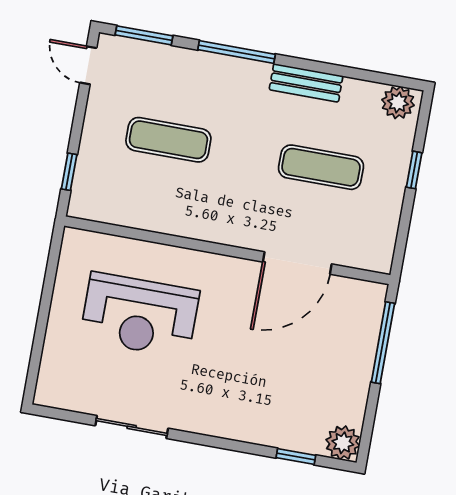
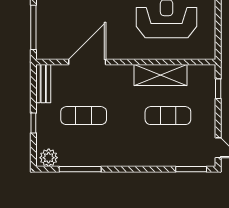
window: (237, 52) -> (80, 169), moved
bench: (306, 83) -> (43, 84), moved, turned 90
shelving: (169, 215) -> (160, 75), added

